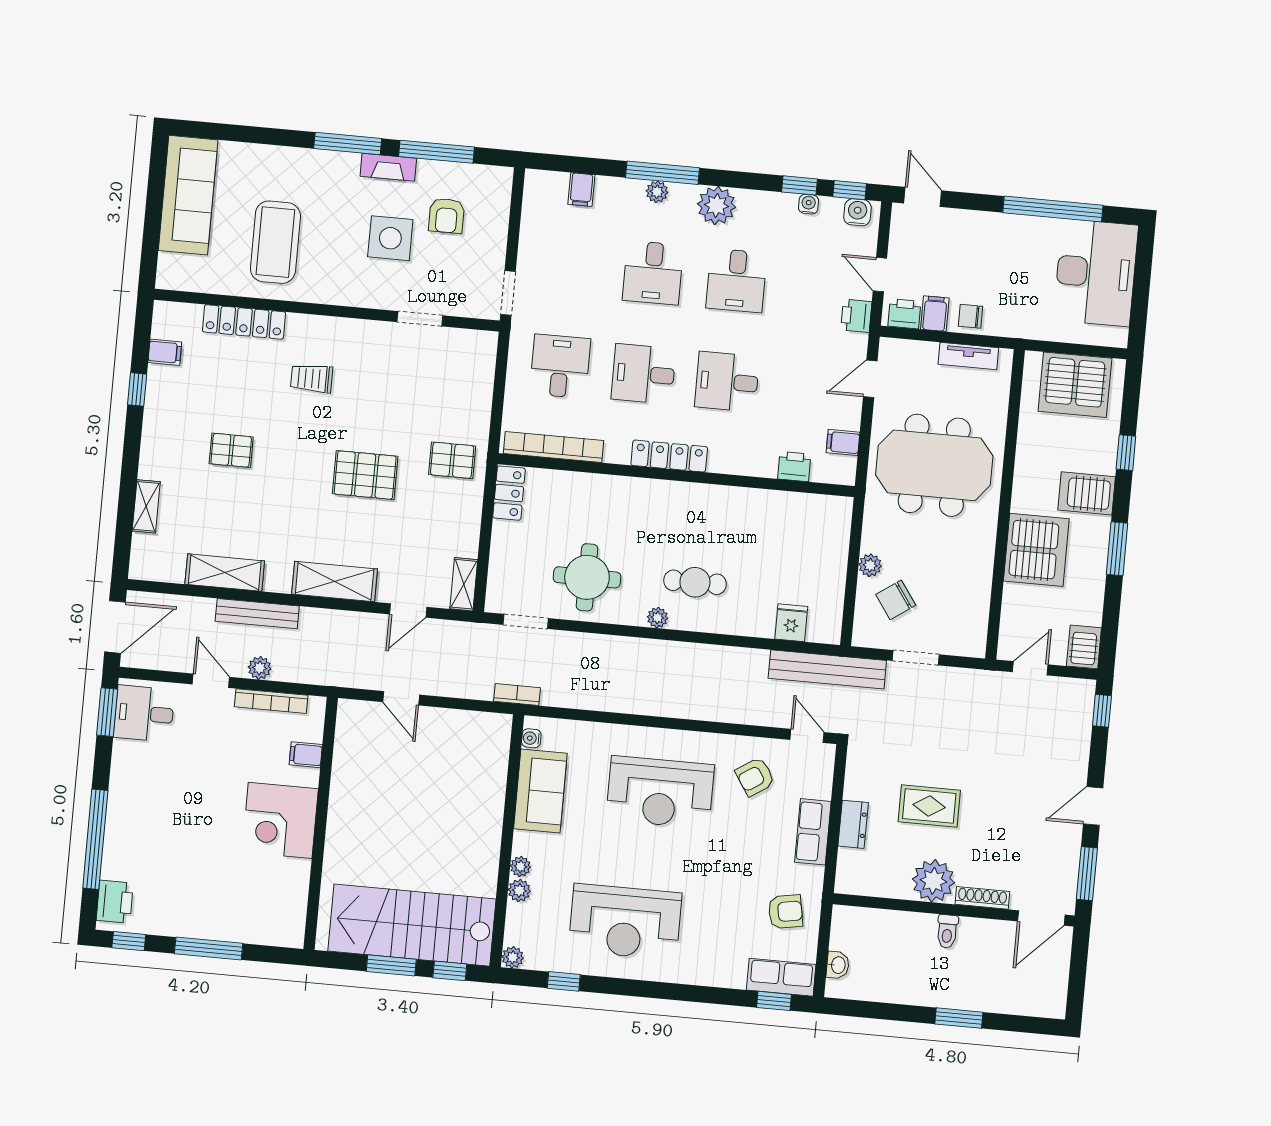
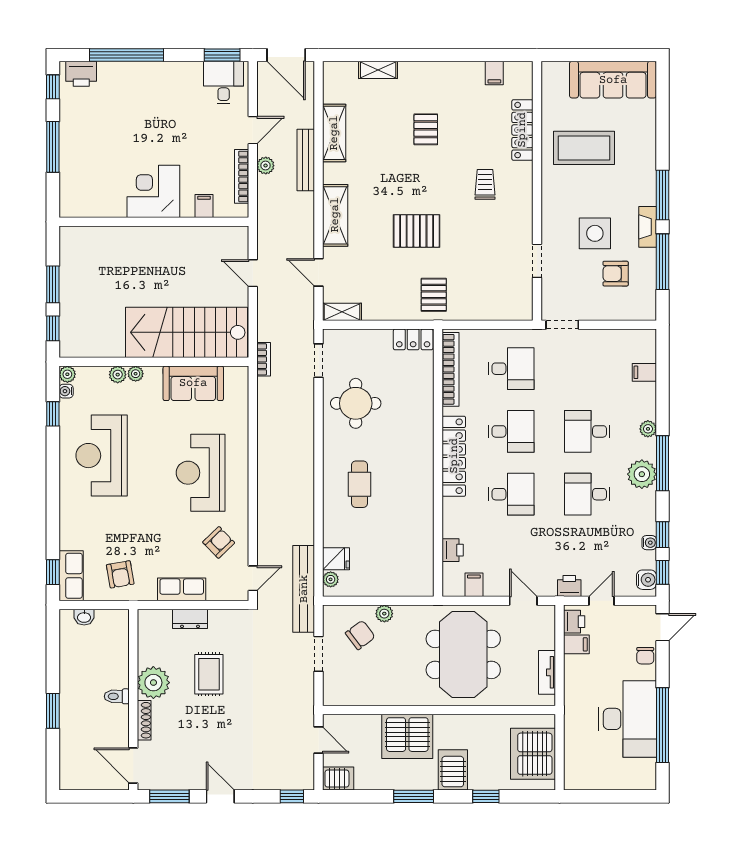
window: (662, 173) -> (663, 463), moved
desk: (1096, 273) -> (628, 719), moved, turned -90
chair: (970, 316) -> (645, 656), moved, turned 180
desk: (644, 374) -> (511, 431), turned 90
desk: (727, 382) -> (511, 494), turned 90
window: (137, 389) -> (465, 55), removed
locker: (669, 456) -> (454, 456), width x1.41, depth x1.21
pallet: (365, 475) -> (417, 231), turned 90
chair: (896, 600) -> (360, 635), turned 88
plant: (657, 618) -> (331, 579), moved
door: (401, 698) -> (253, 273), hinge flipped
water cooler: (531, 738) -> (66, 391), moved, turned -90
armchair: (755, 777) -> (219, 542), turned 79
stairs: (412, 925) -> (187, 332), moved, turned -90

